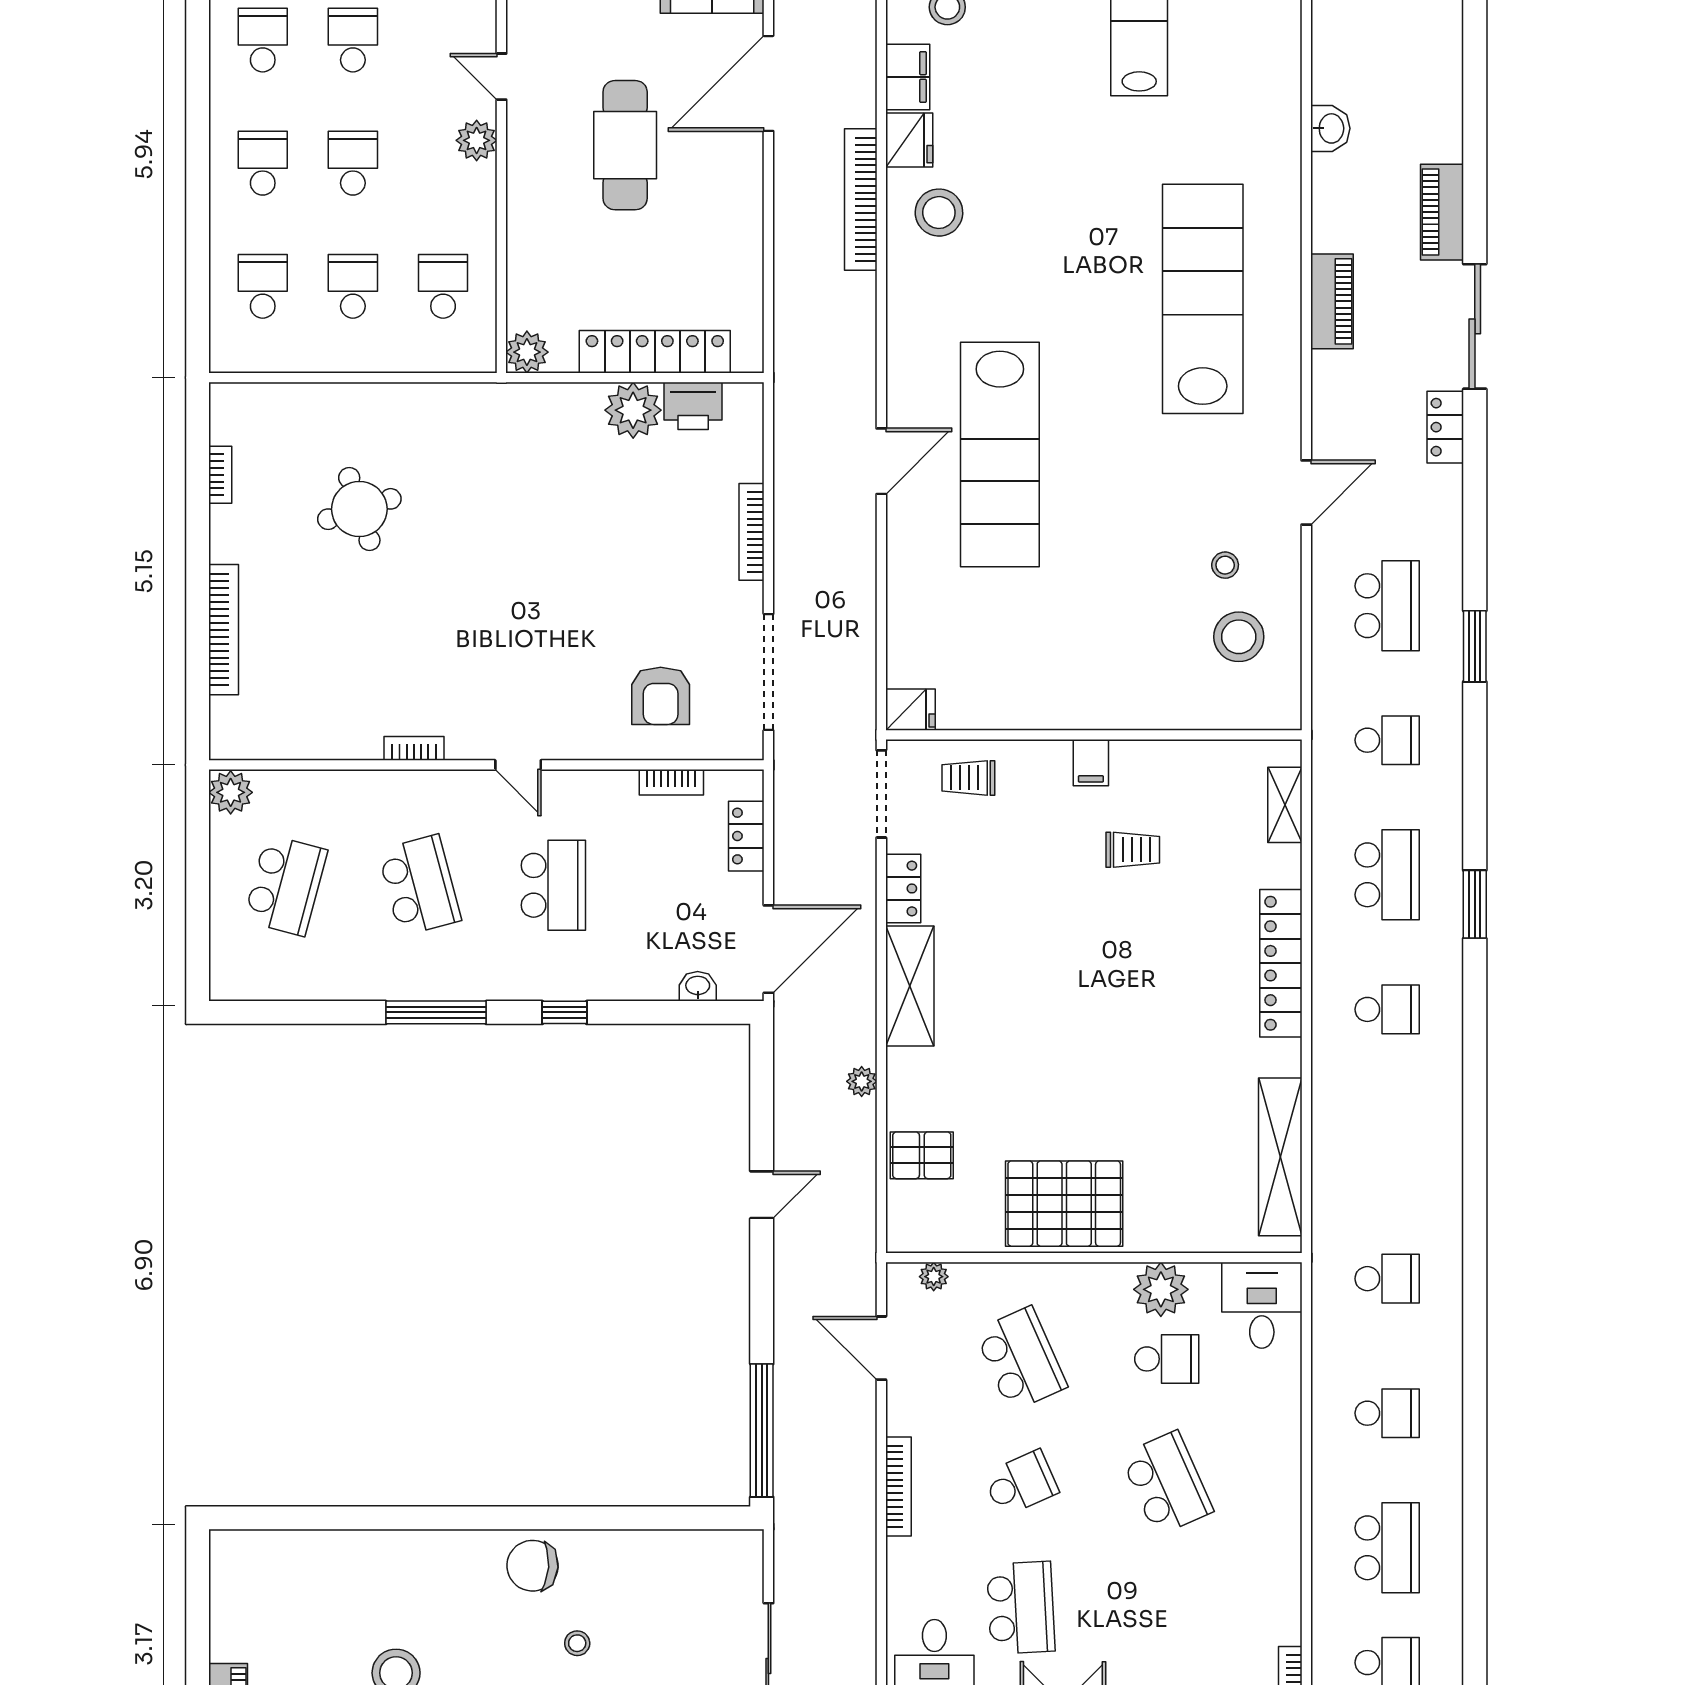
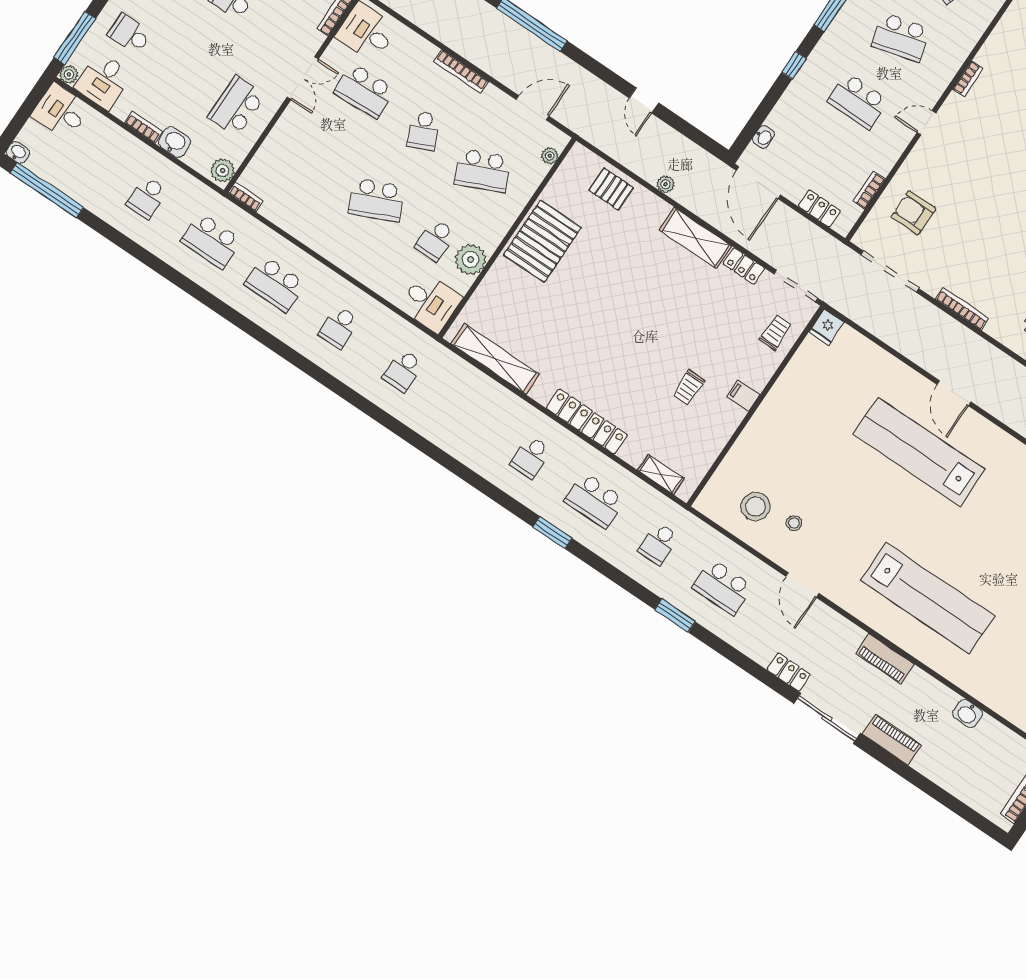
pallet: (922, 1155) -> (611, 189), turned 90

